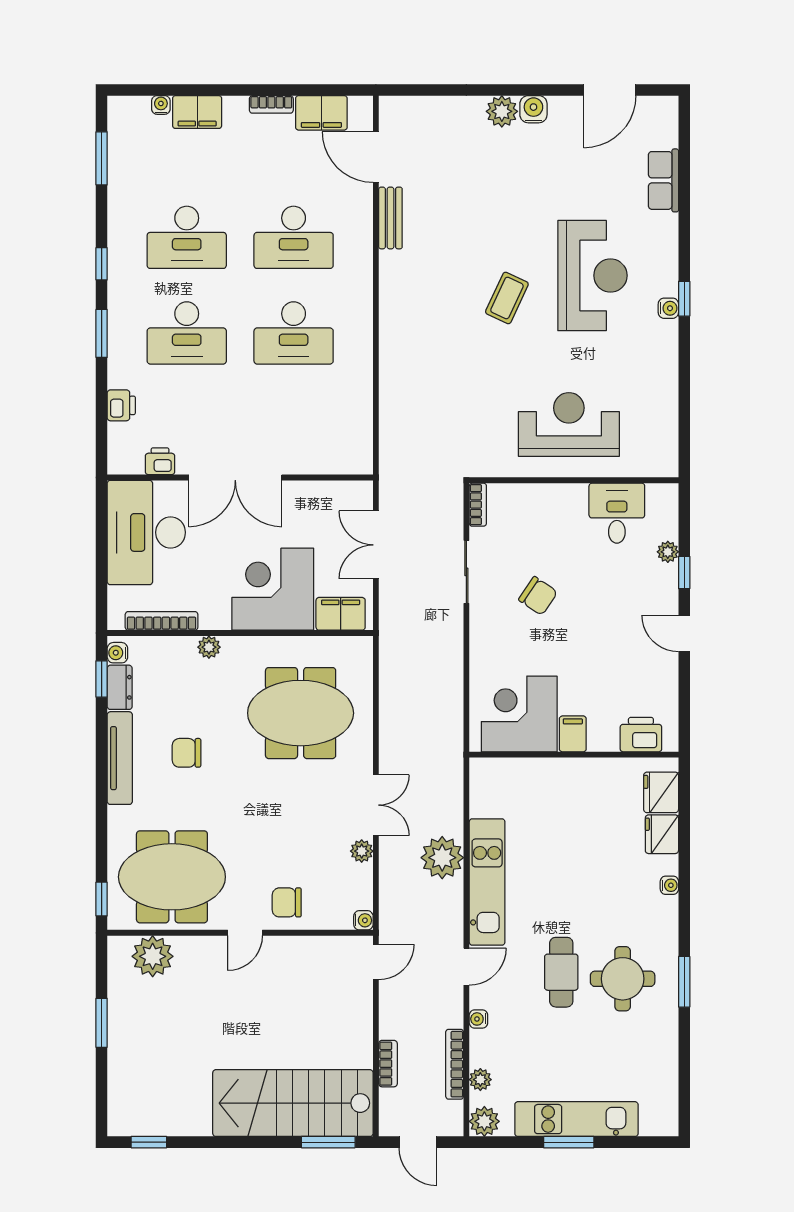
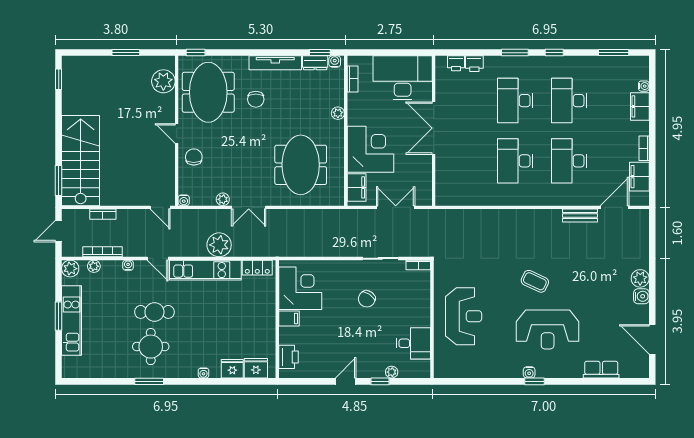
printer: (160, 461) -> (456, 63), moved, turned 90
bookcase: (162, 621) -> (353, 79), width x0.64
chair: (186, 753) -> (256, 99), moved, turned 180
locker: (483, 790) -> (257, 268), added

